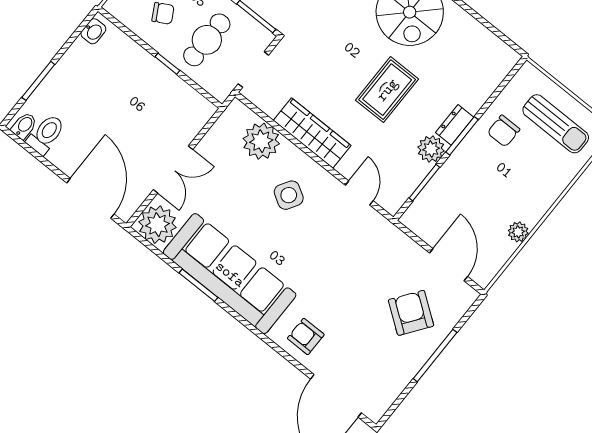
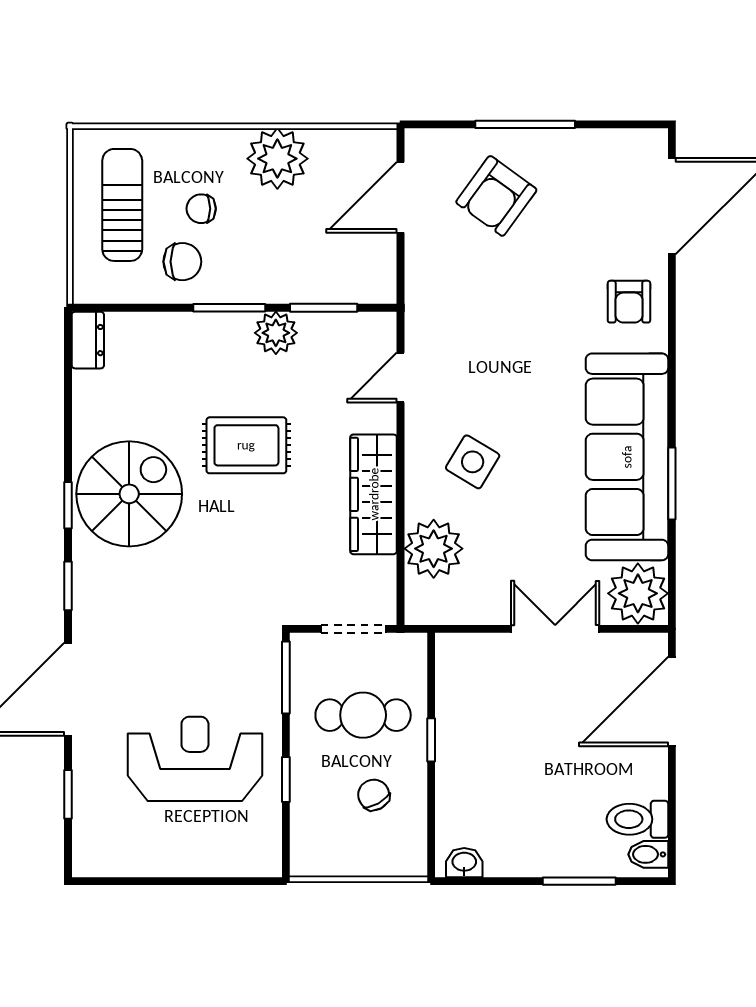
dresser: (455, 125) -> (88, 340), moved, turned -90
chair: (522, 161) -> (201, 209), added
plant: (518, 232) -> (277, 159), width x1.88, depth x1.88

